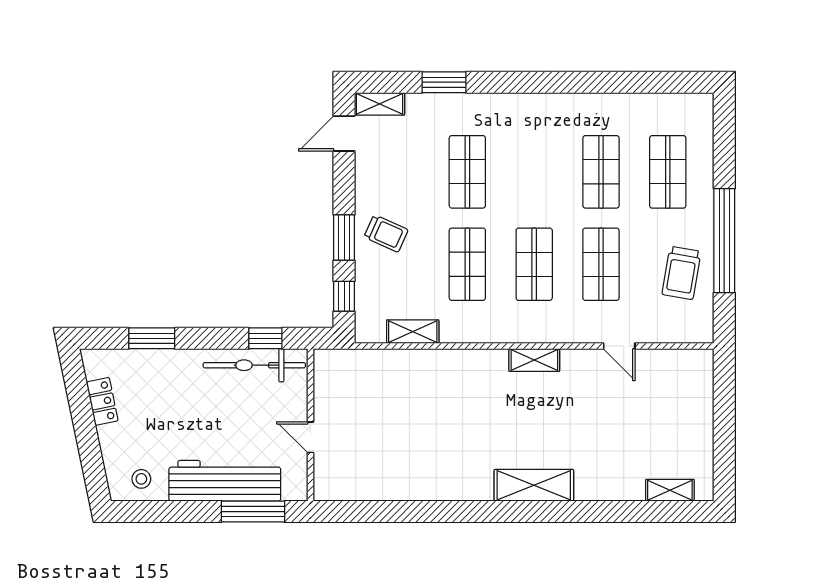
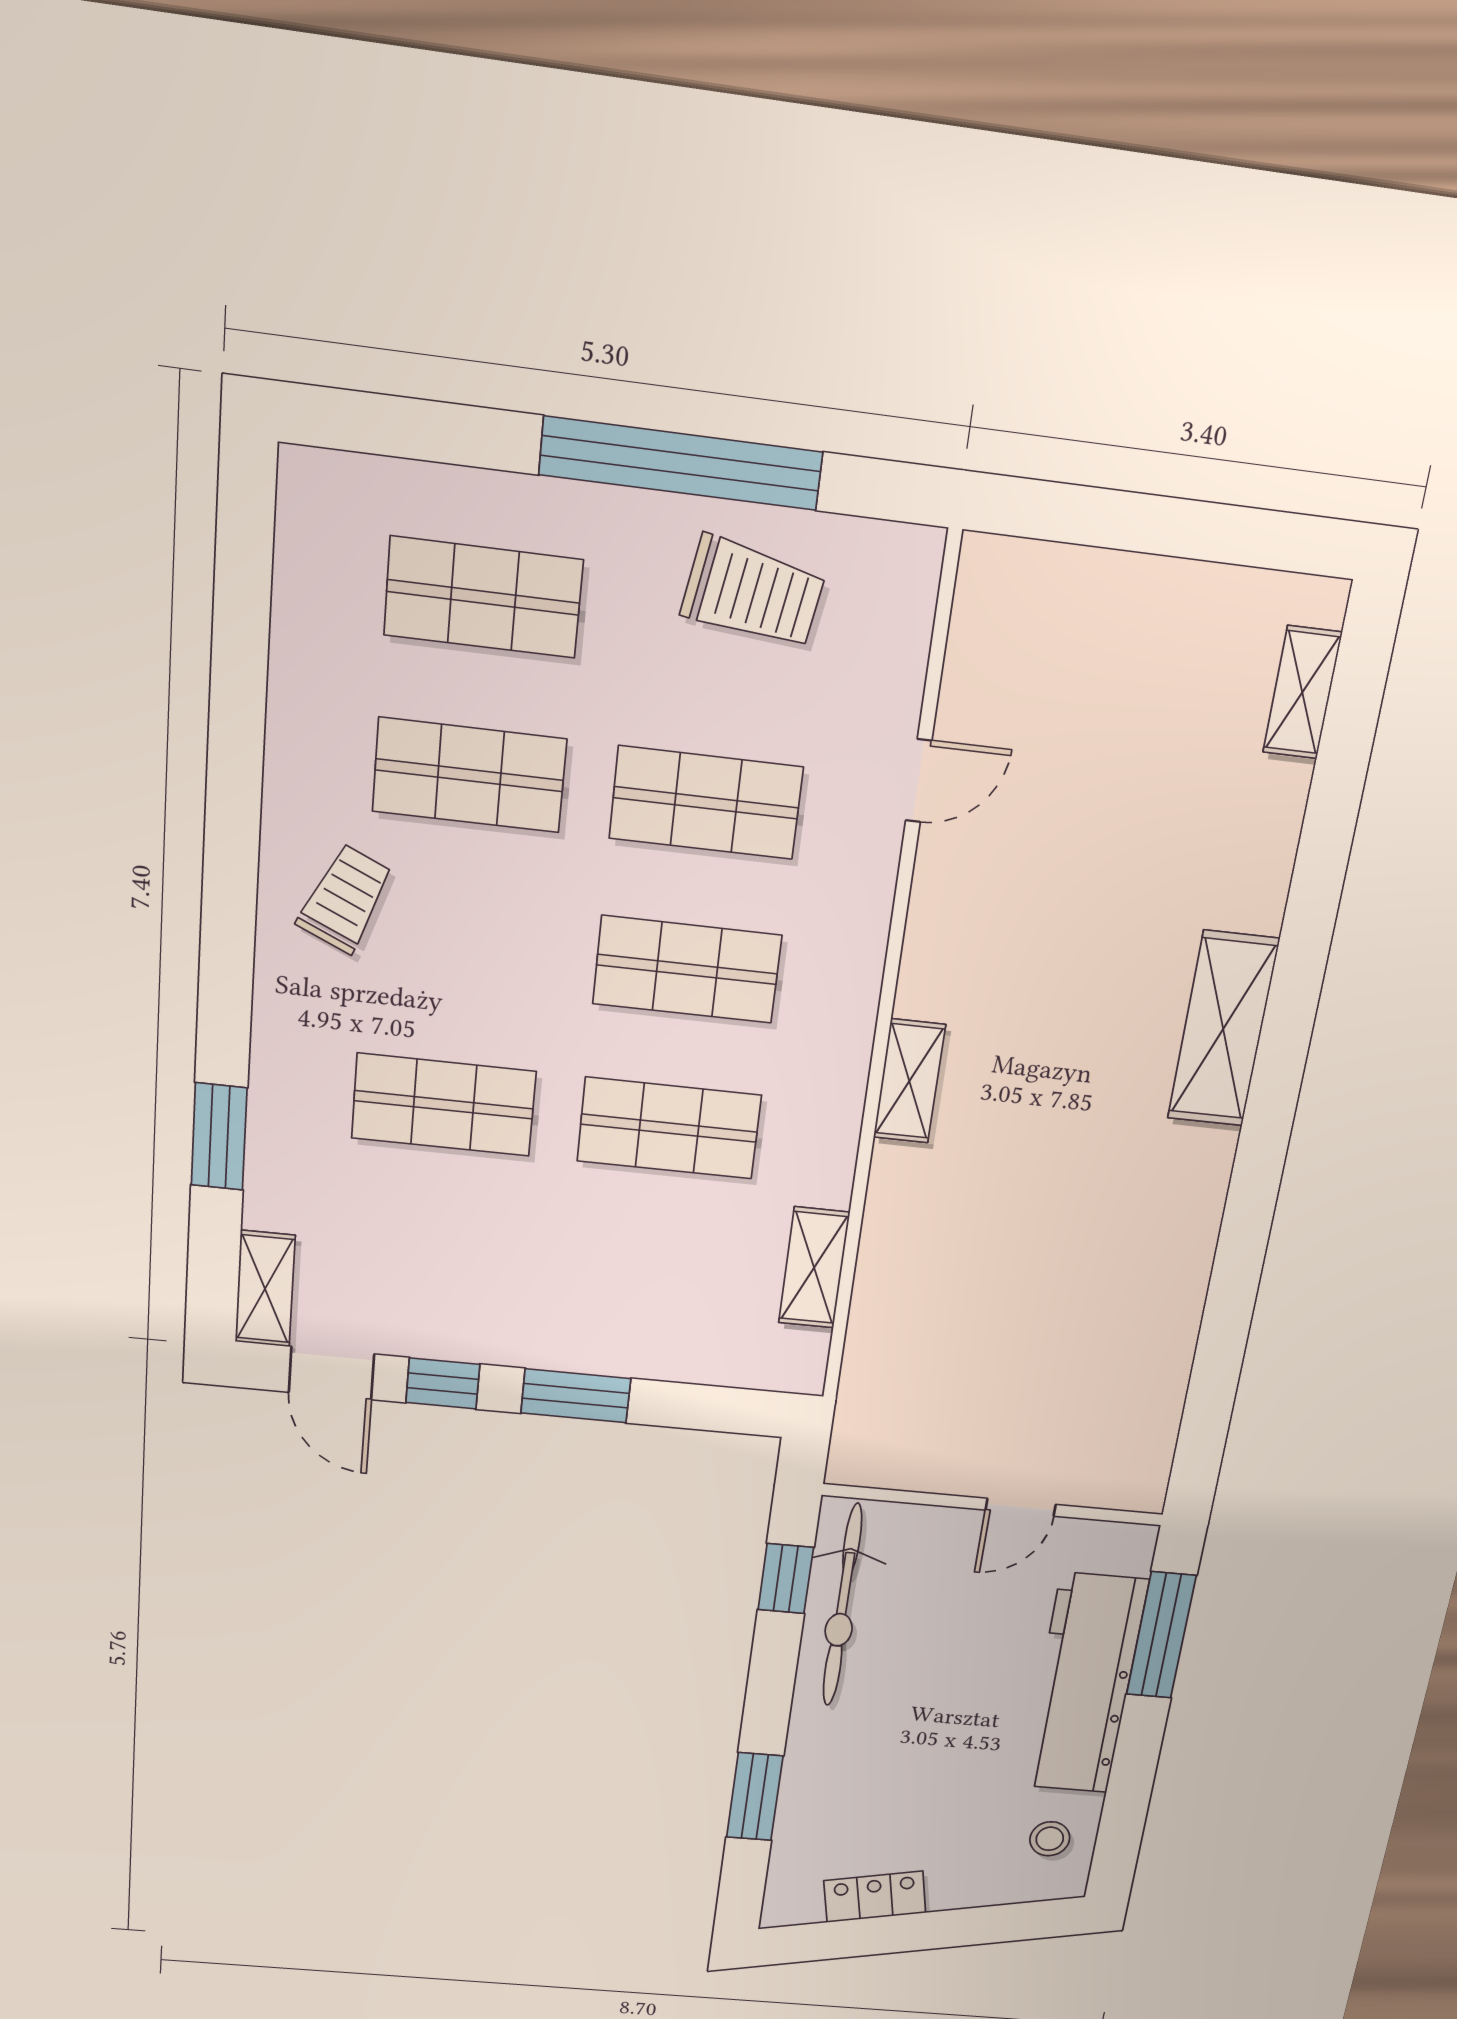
trolley: (386, 233) -> (345, 899), moved
window: (344, 296) -> (443, 1383), moved
shelving: (534, 360) -> (909, 1081), moved

